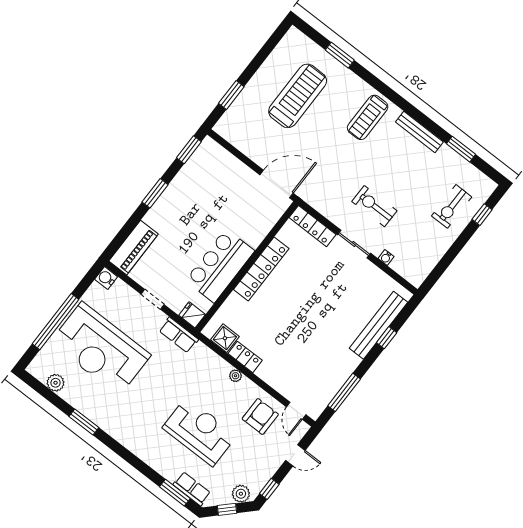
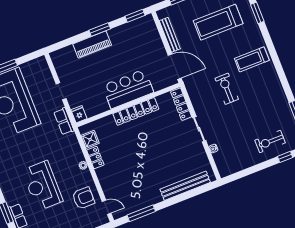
treadmill: (298, 96) -> (218, 22), turned 180
bench: (419, 132) -> (170, 35), moved
exercise bike: (374, 206) -> (227, 89), moved
piano: (134, 248) -> (92, 44), moved
bar counter: (220, 266) -> (128, 89), moved
water cooler: (106, 278) -> (41, 62), removed
window: (387, 338) -> (186, 196), removed
door: (296, 411) -> (107, 207), swing flipped
reception desk: (200, 432) -> (42, 186), turned 180

